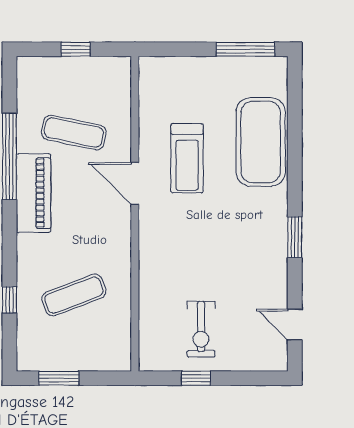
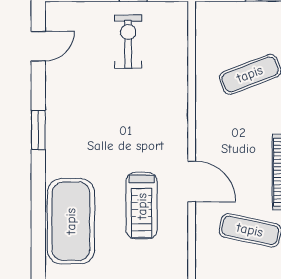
treadmill: (187, 158) -> (142, 206), turned 180
door: (295, 325) -> (38, 46), hinge flipped

